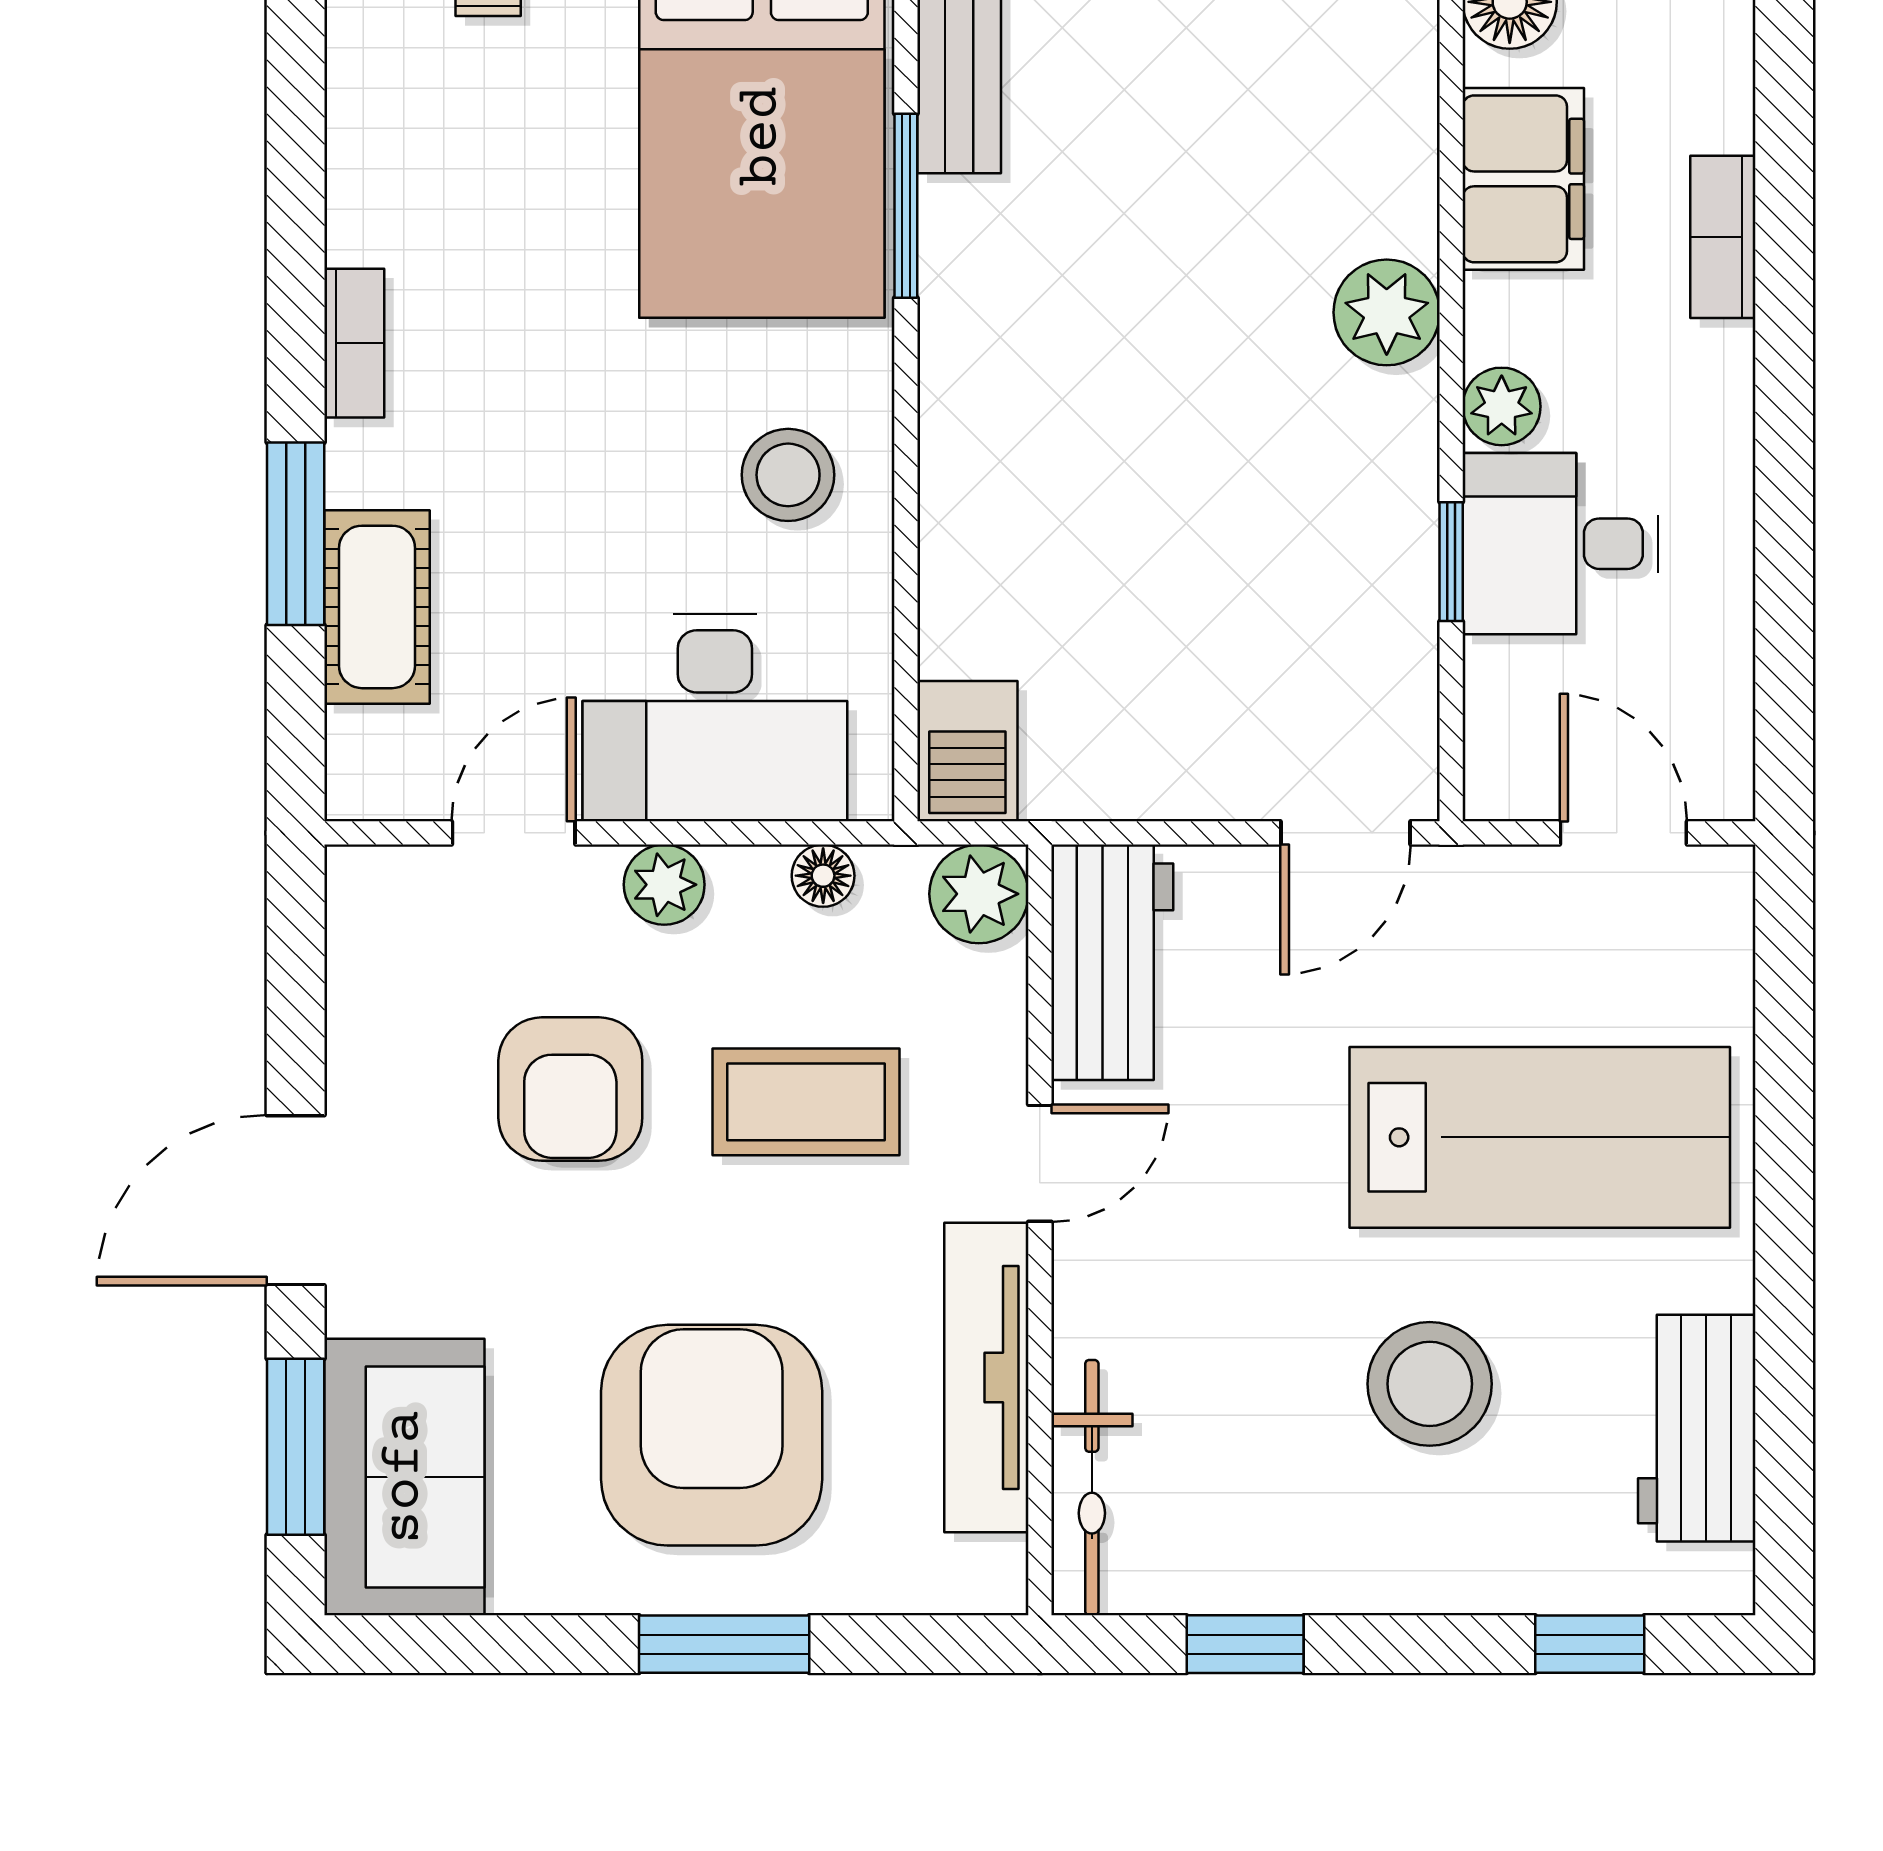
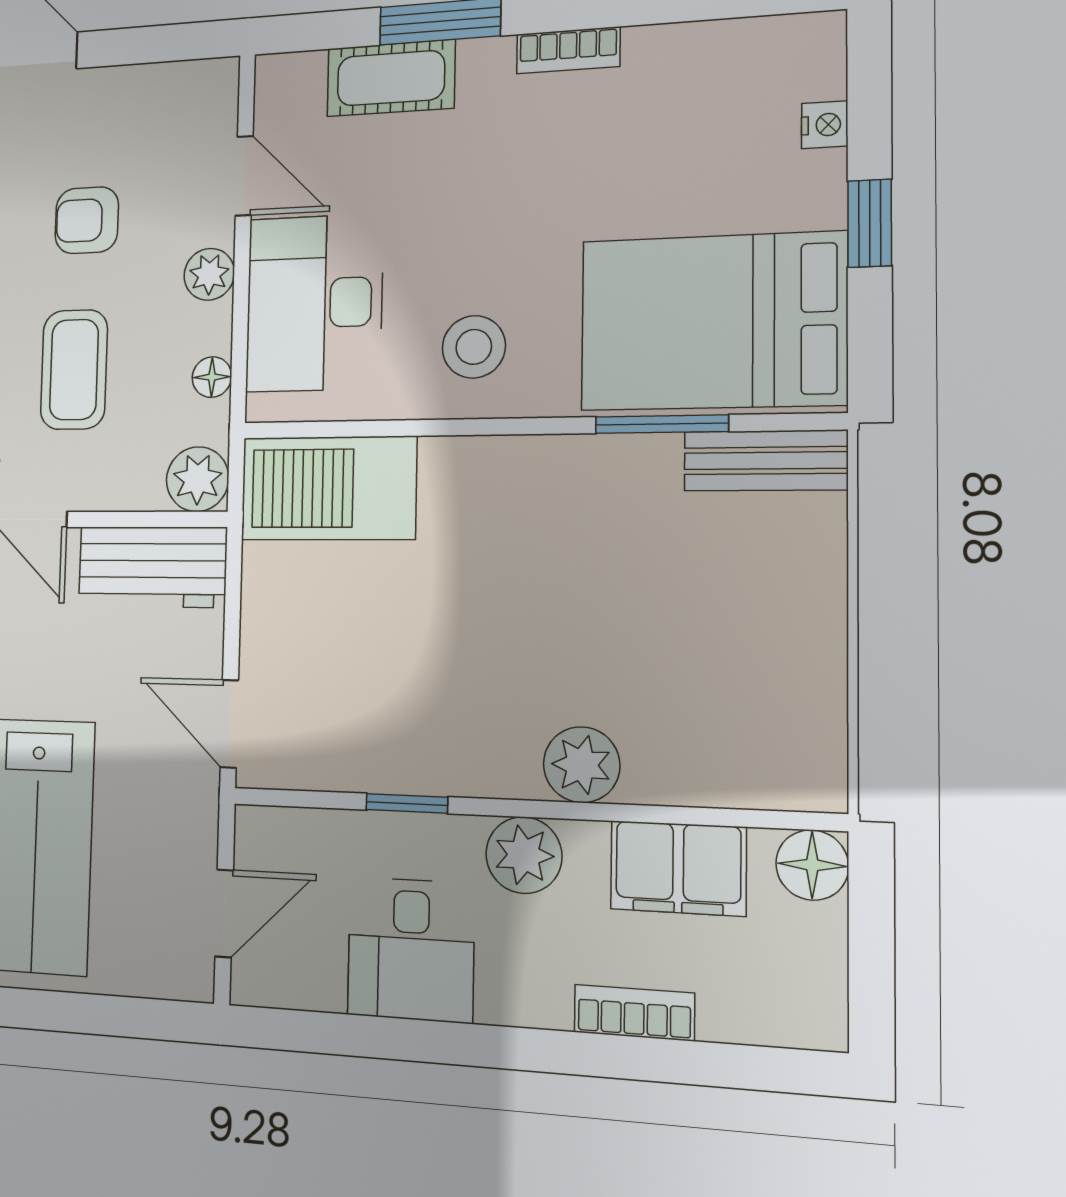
plant: (1502, 406) -> (524, 855), width x1.38, depth x1.38
desk: (1561, 544) -> (411, 949), moved, turned 180
barbecue: (967, 751) -> (328, 488), width x1.88, depth x1.53
armchair: (570, 1089) -> (87, 220), width x0.72, depth x0.72

